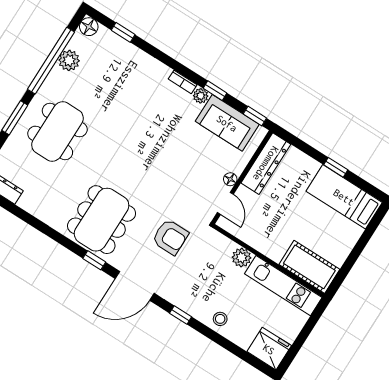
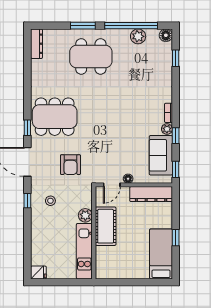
cot: (309, 267) -> (106, 226), moved
stool: (220, 319) -> (50, 201), moved
fridge: (269, 349) -> (38, 273), width x0.53, depth x0.75

